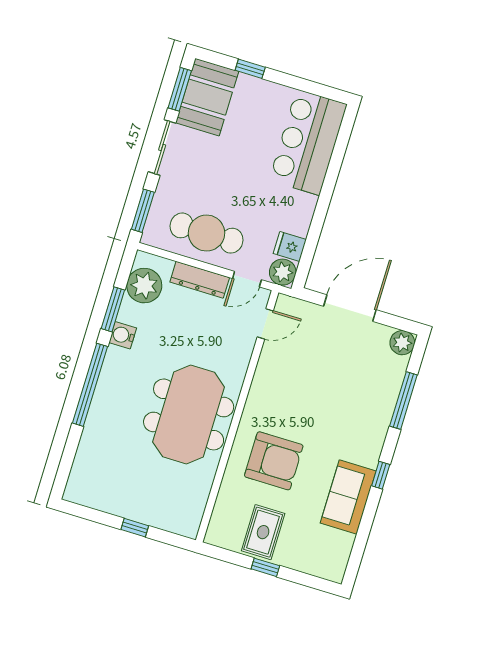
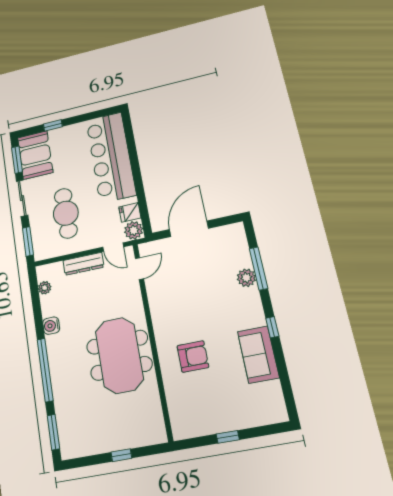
bar counter: (308, 142) -> (111, 157), width x1.36
cafe table: (207, 233) -> (66, 213), moved, turned 90
door: (247, 279) -> (113, 247), hinge flipped
plant: (144, 286) -> (45, 288), width x0.53, depth x0.53
window: (113, 309) -> (53, 432), moved
plant: (402, 343) -> (246, 278), moved
armchair: (274, 461) -> (193, 356), width x0.73, depth x0.73
rug: (263, 532) -> (212, 411), removed

